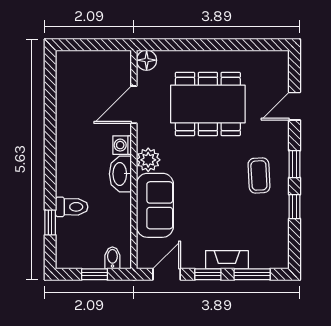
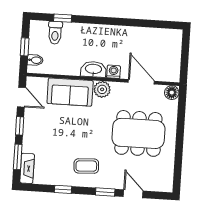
dining table: (208, 104) -> (138, 133), turned 90
window: (294, 164) -> (105, 192), moved
toilet: (72, 207) -> (55, 33), moved
fireplace: (227, 260) -> (27, 168), moved

